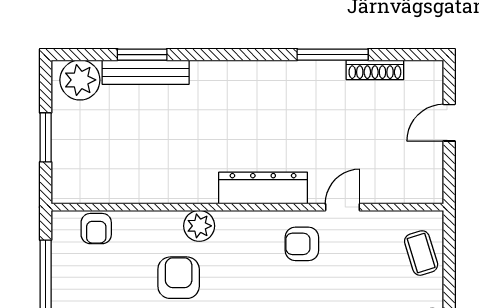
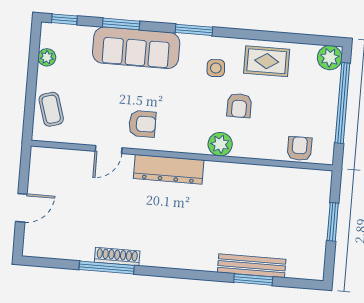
shoe rack: (375, 70) -> (117, 257), moved
plant: (80, 80) -> (303, 264), removed
armchair: (179, 278) -> (239, 106), width x0.72, depth x0.72

